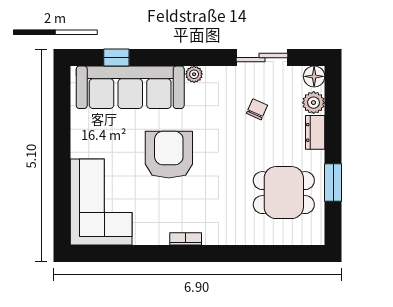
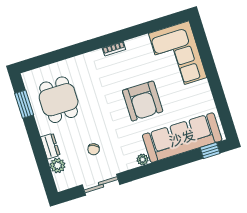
window: (116, 58) -> (210, 150), moved
floor lamp: (314, 76) -> (63, 183), removed
window: (333, 183) -> (24, 104), moved
dining table: (284, 193) -> (59, 100), turned 90

